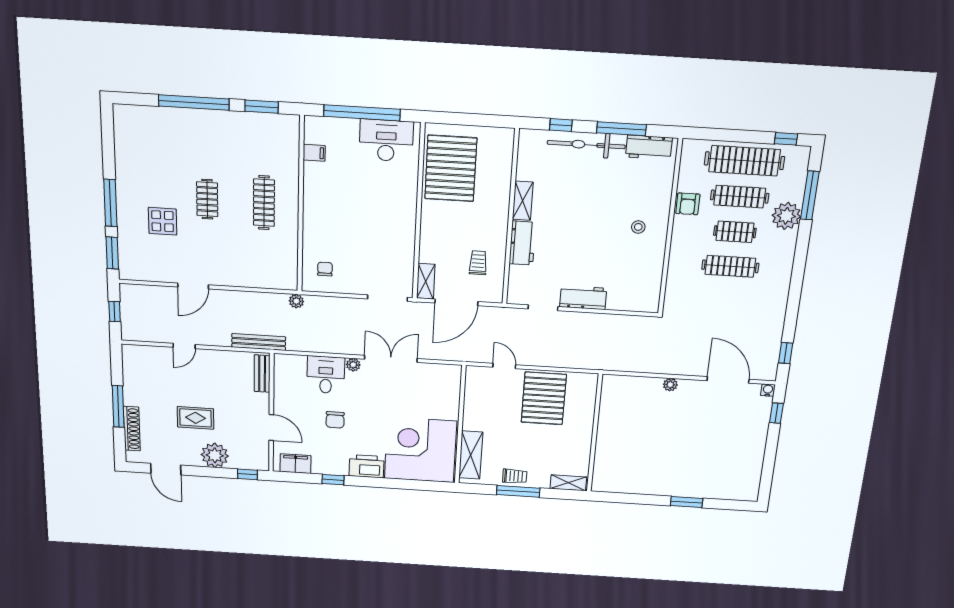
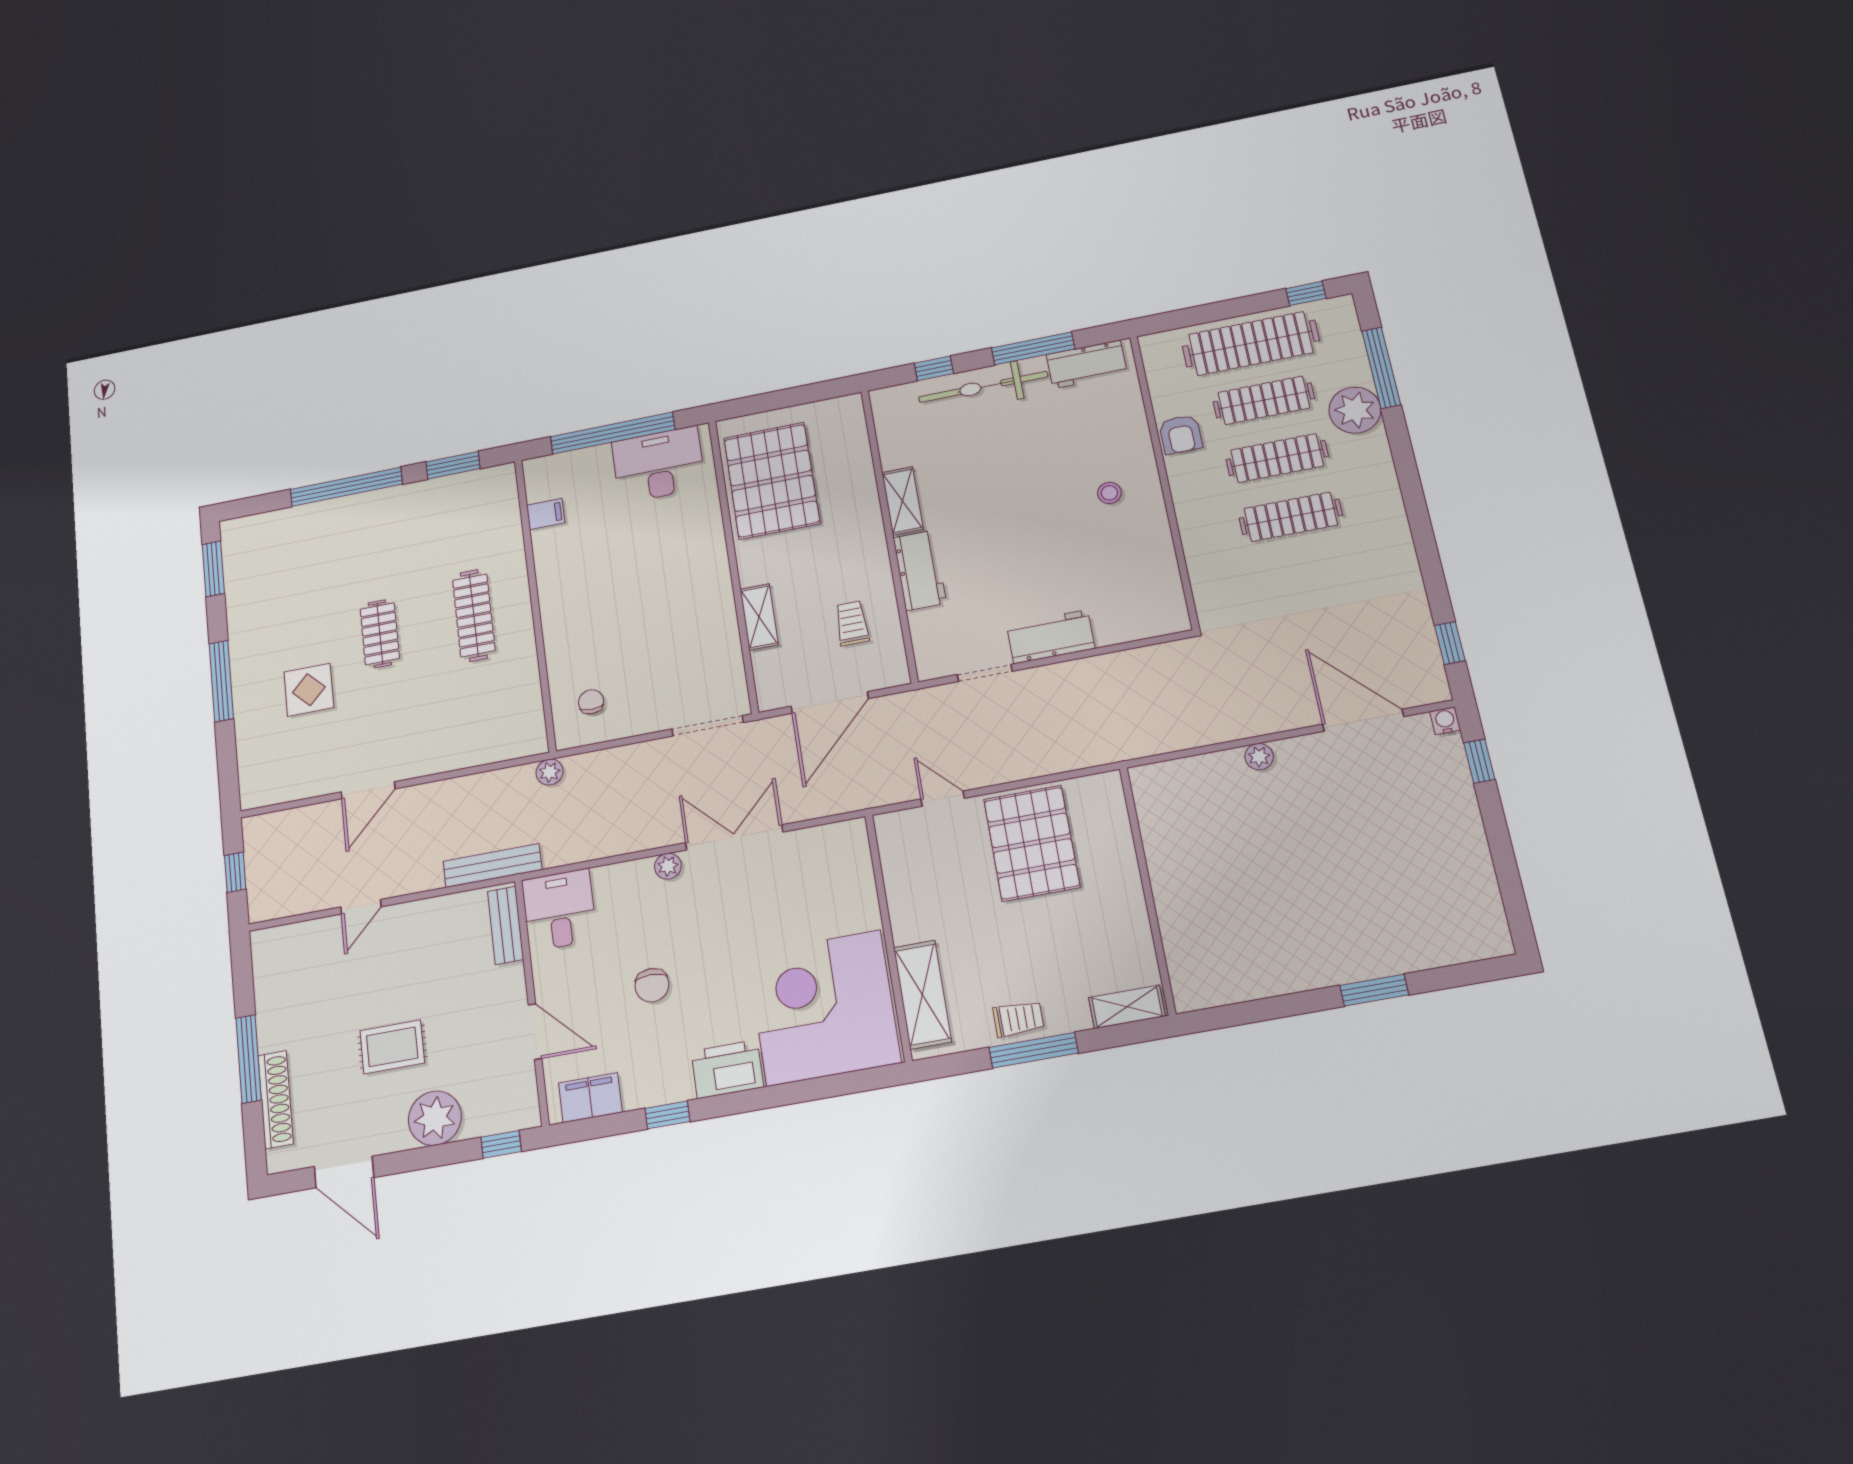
clothes rail: (735, 232) -> (1277, 458), width x1.36
window: (112, 253) -> (213, 569), moved
shelving: (426, 281) -> (759, 617), moved
desk: (326, 375) -> (559, 910), moved

